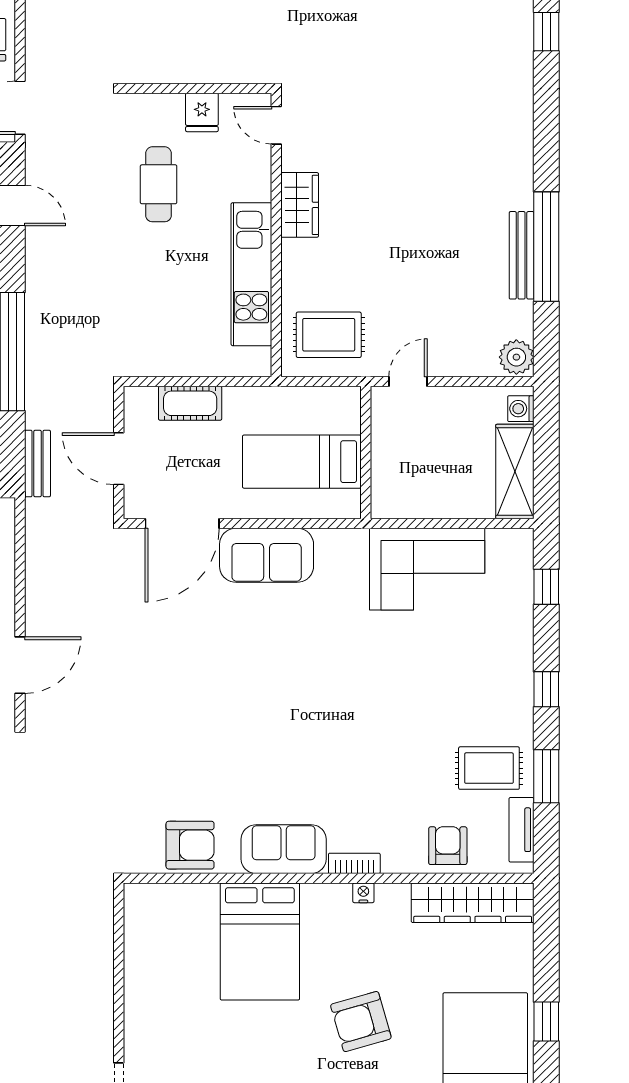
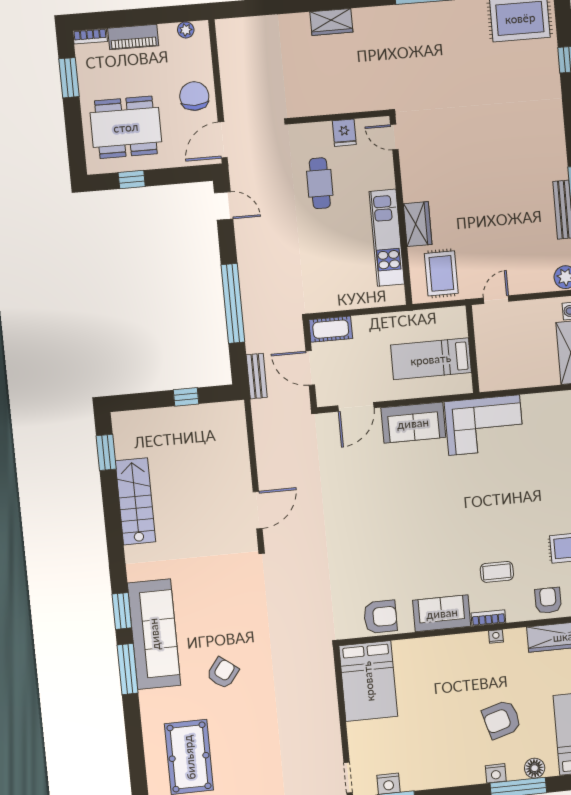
wardrobe: (300, 205) -> (418, 224), moved
rug: (329, 335) -> (441, 273), turned 90
cot: (190, 403) -> (331, 329), moved
door: (182, 523) -> (356, 407), width x0.73
corner sofa: (427, 569) -> (484, 425), moved
coffee table: (373, 794) -> (497, 572), added
bed: (260, 942) -> (368, 681), moved

